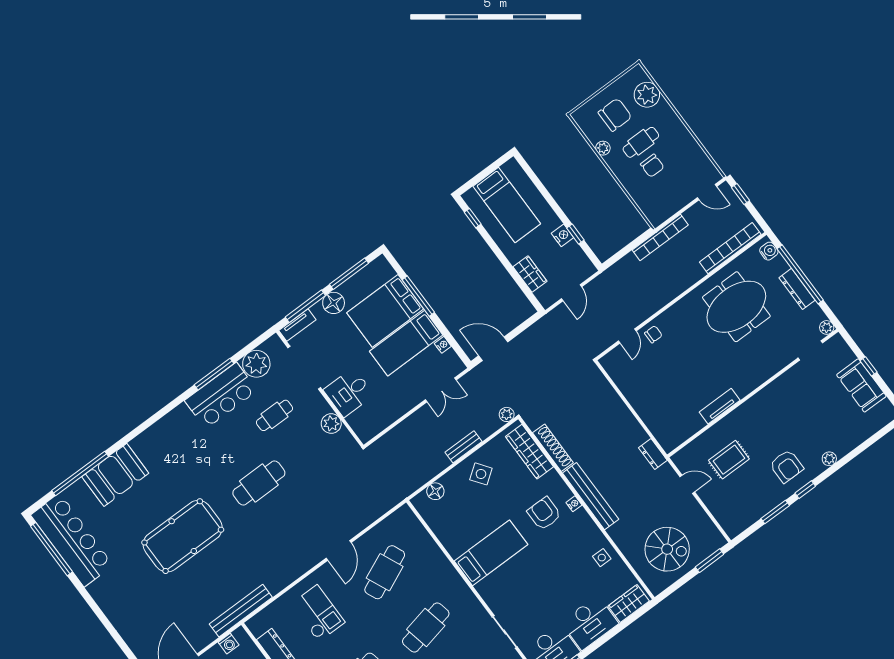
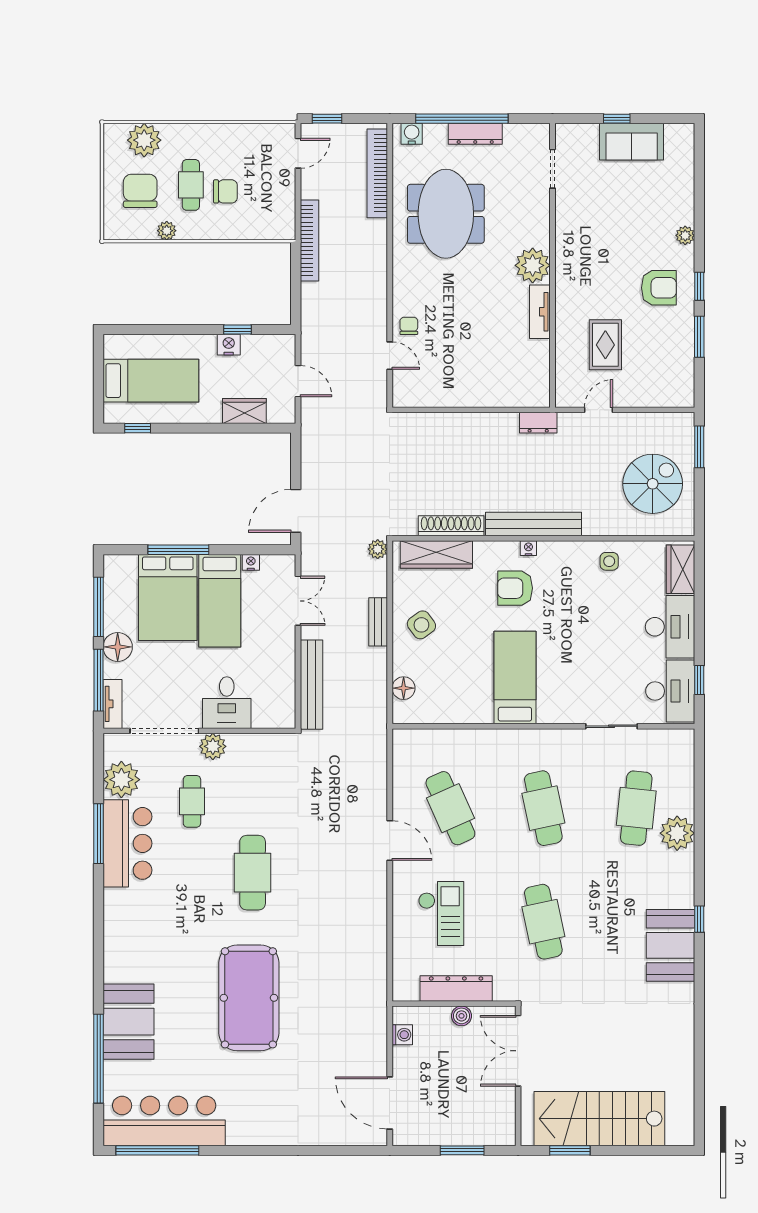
plant: (827, 327) -> (533, 265), moved, width x1.87, depth x1.87
plant: (331, 424) -> (213, 746), moved
bench: (241, 611) -> (311, 685), moved
checkout: (318, 613) -> (441, 913), turned 90

